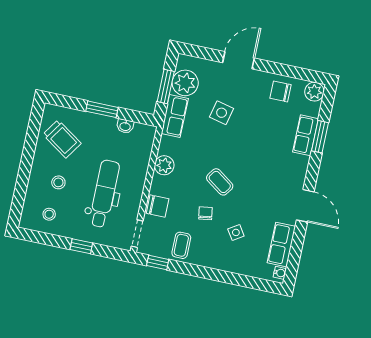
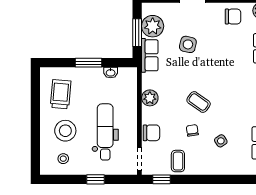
chair: (281, 91) -> (233, 16), turned 180
trolley: (62, 139) -> (61, 94), turned -119
stool: (58, 182) -> (65, 131), width x1.89, depth x1.89

